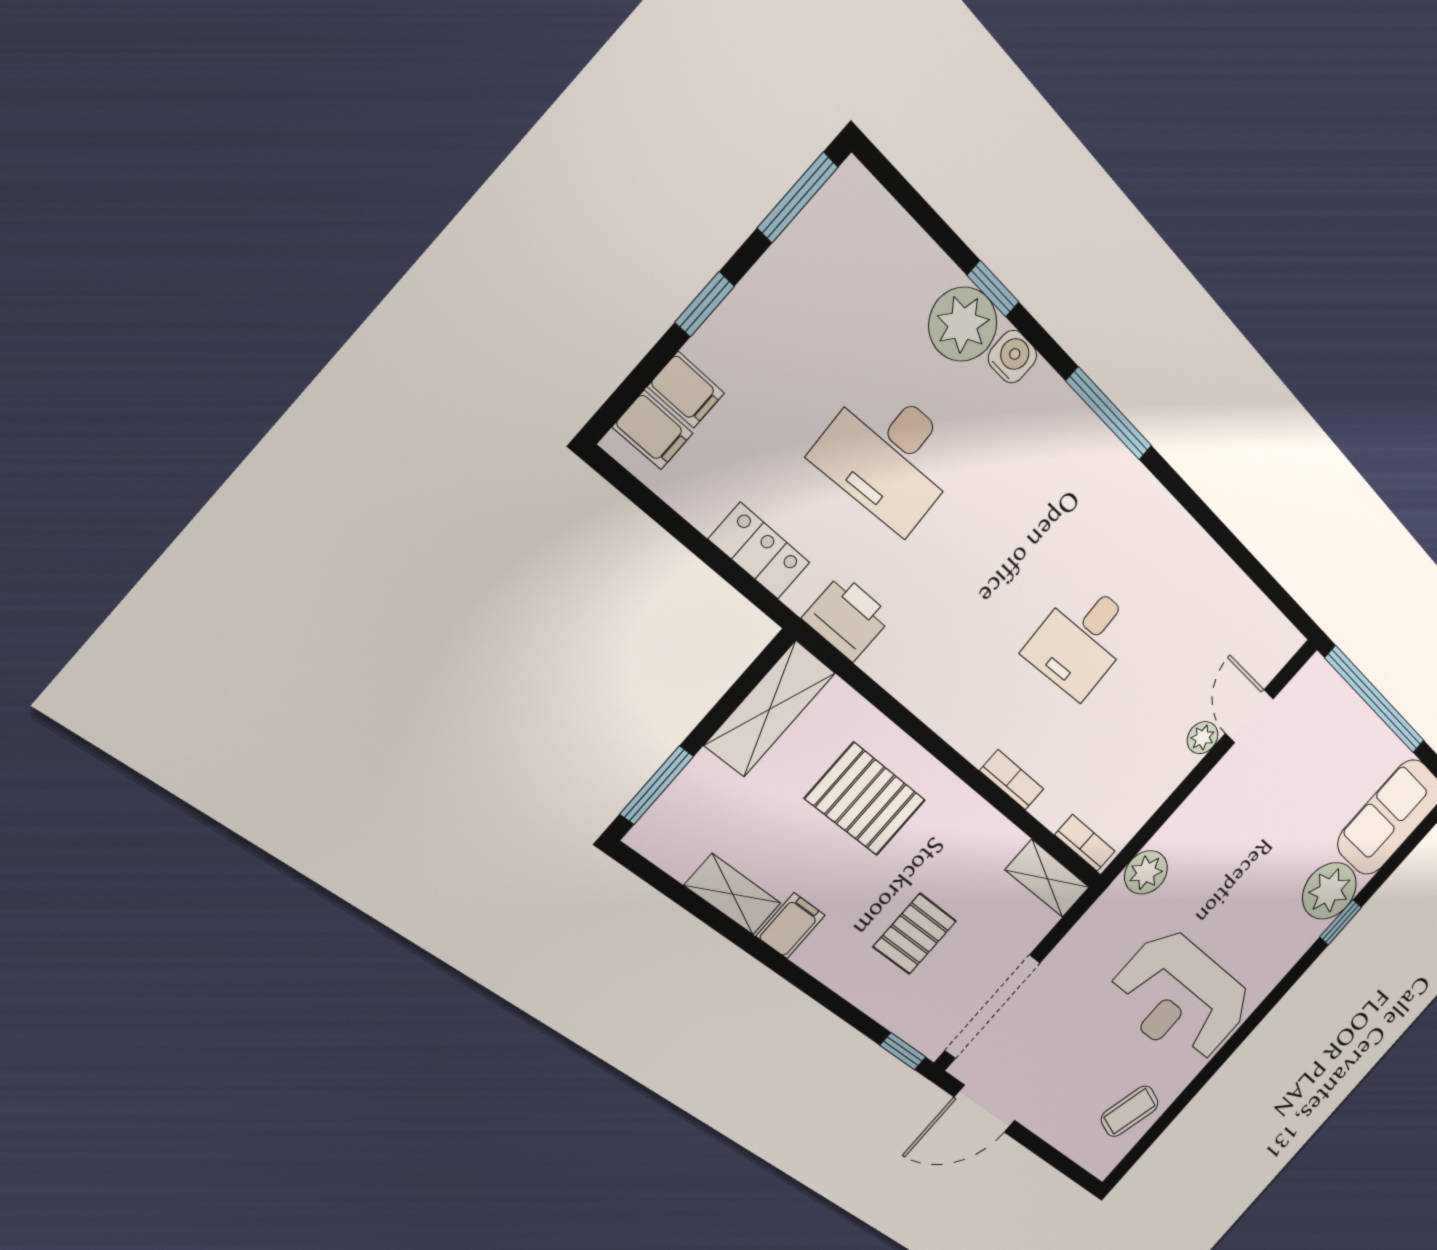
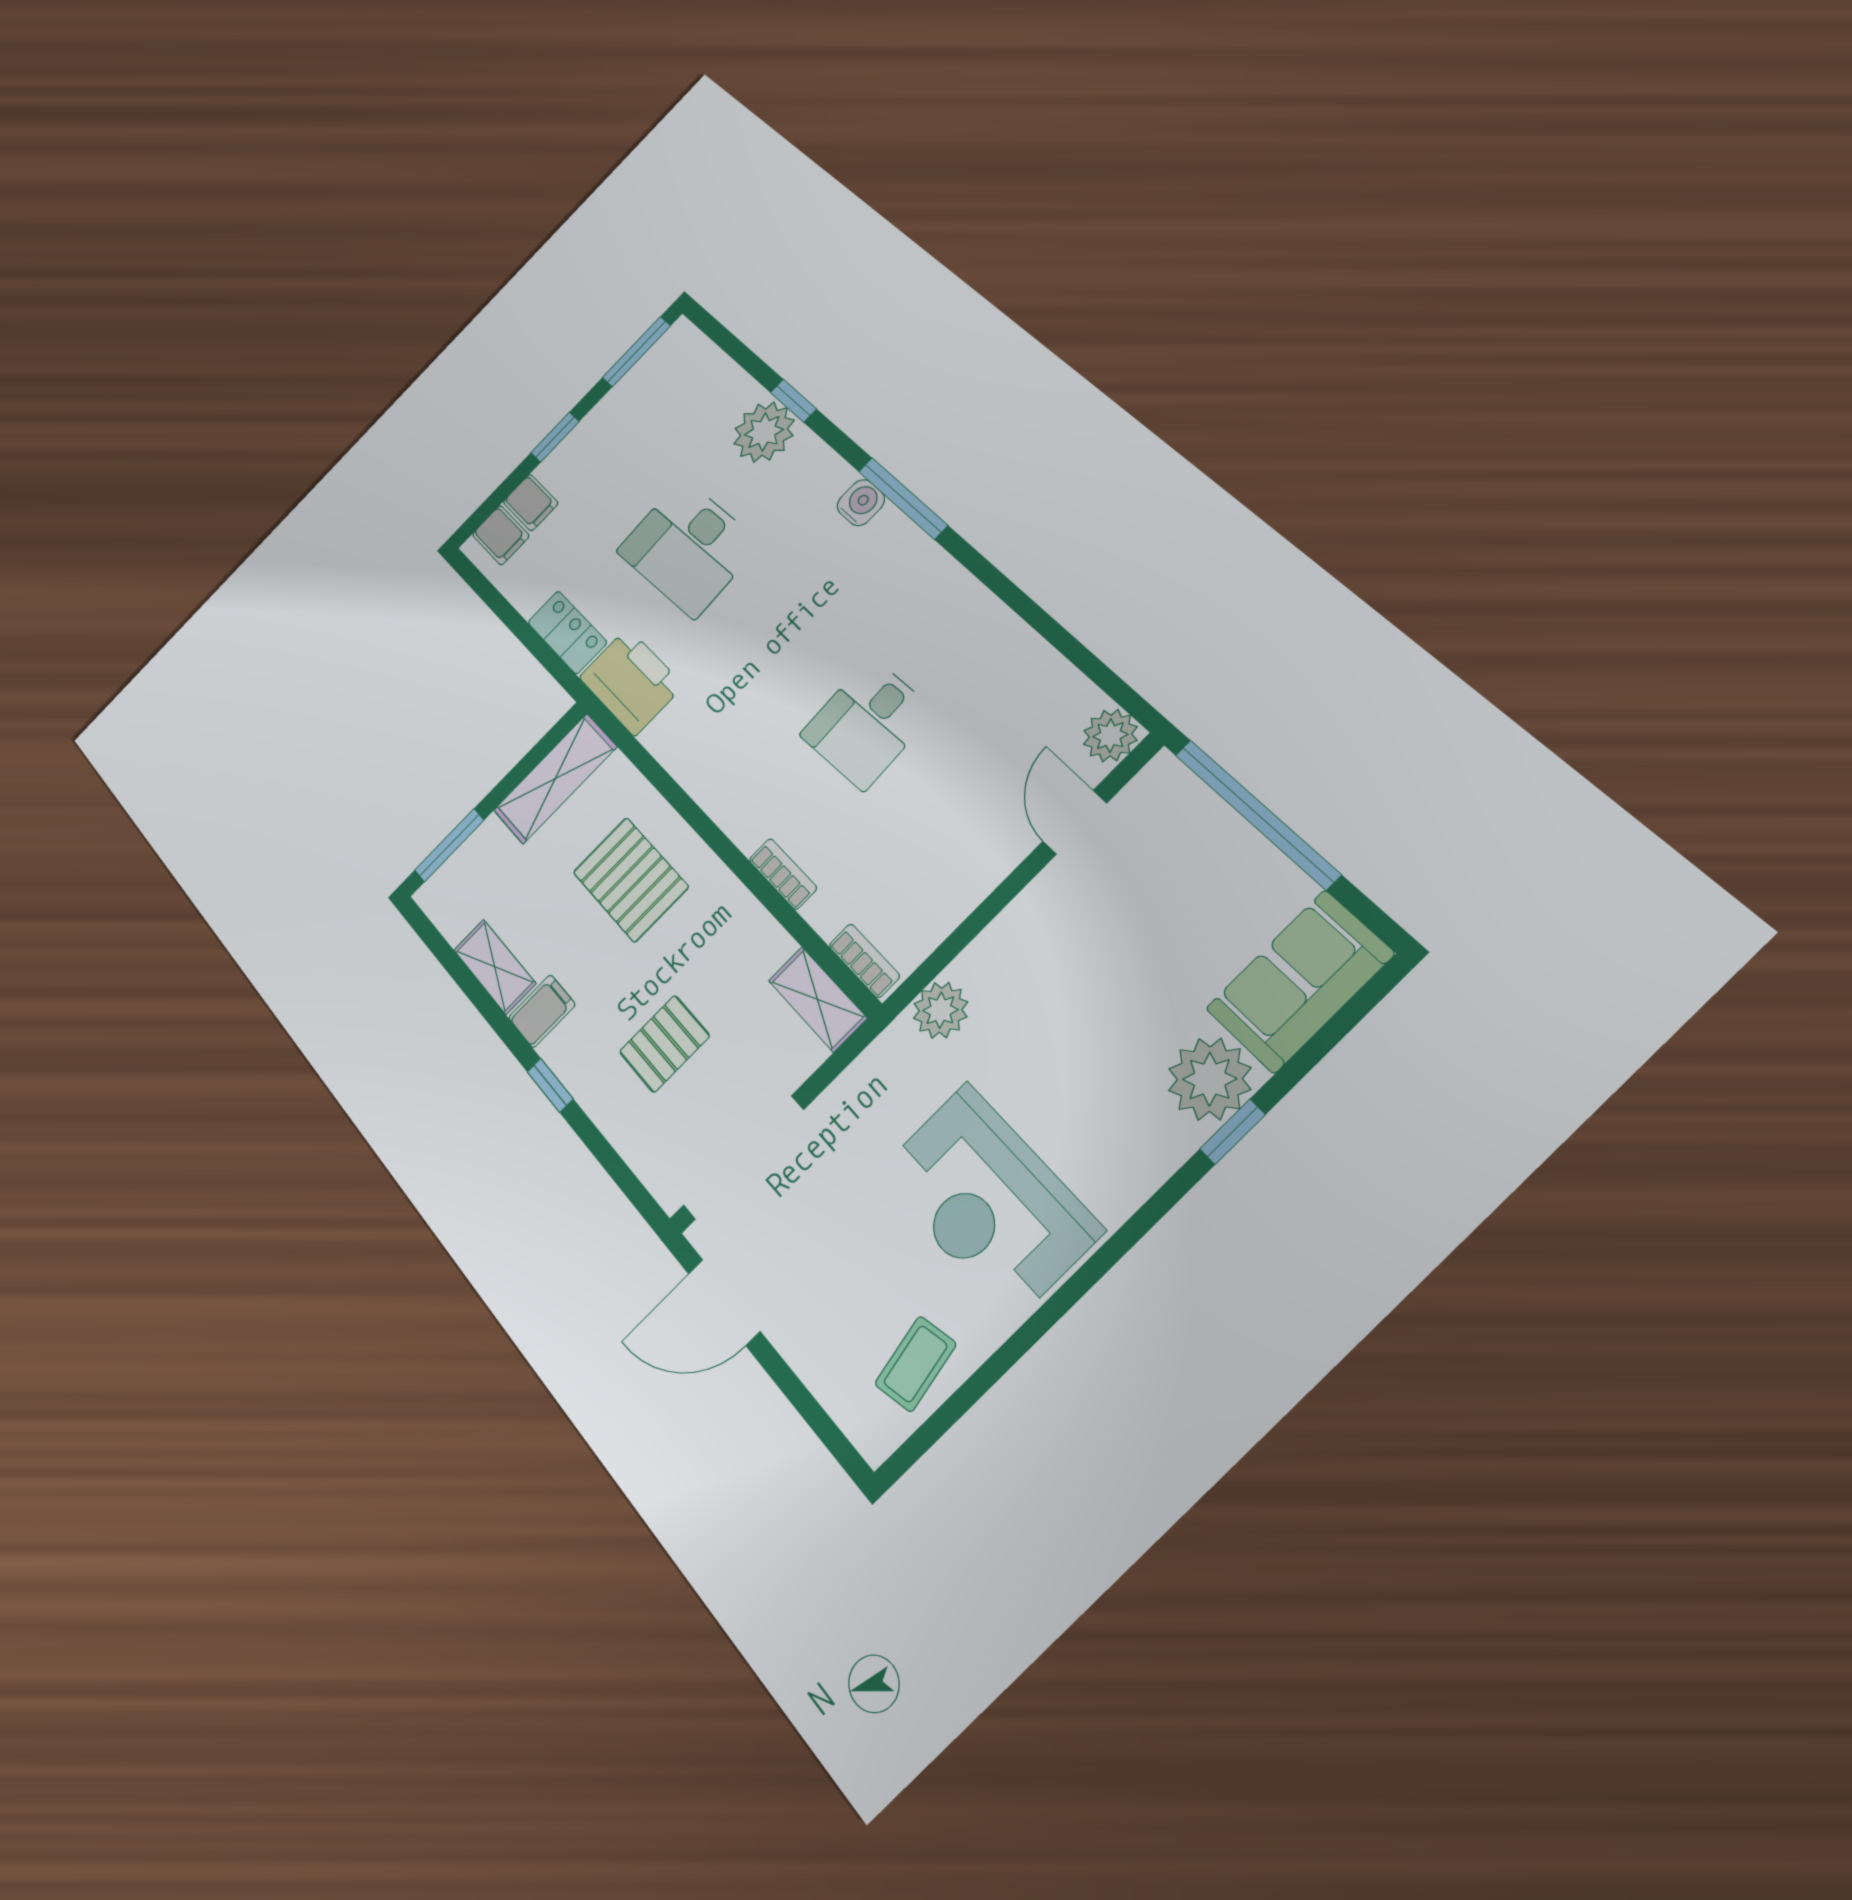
water cooler: (1012, 357) -> (861, 503), moved
printer: (847, 618) -> (631, 681), width x1.37, depth x1.19
plant: (1202, 738) -> (1110, 736), moved, width x1.38, depth x1.38
window: (903, 1051) -> (550, 1085), moved
coffee table: (1130, 1111) -> (915, 1364), turned -30

